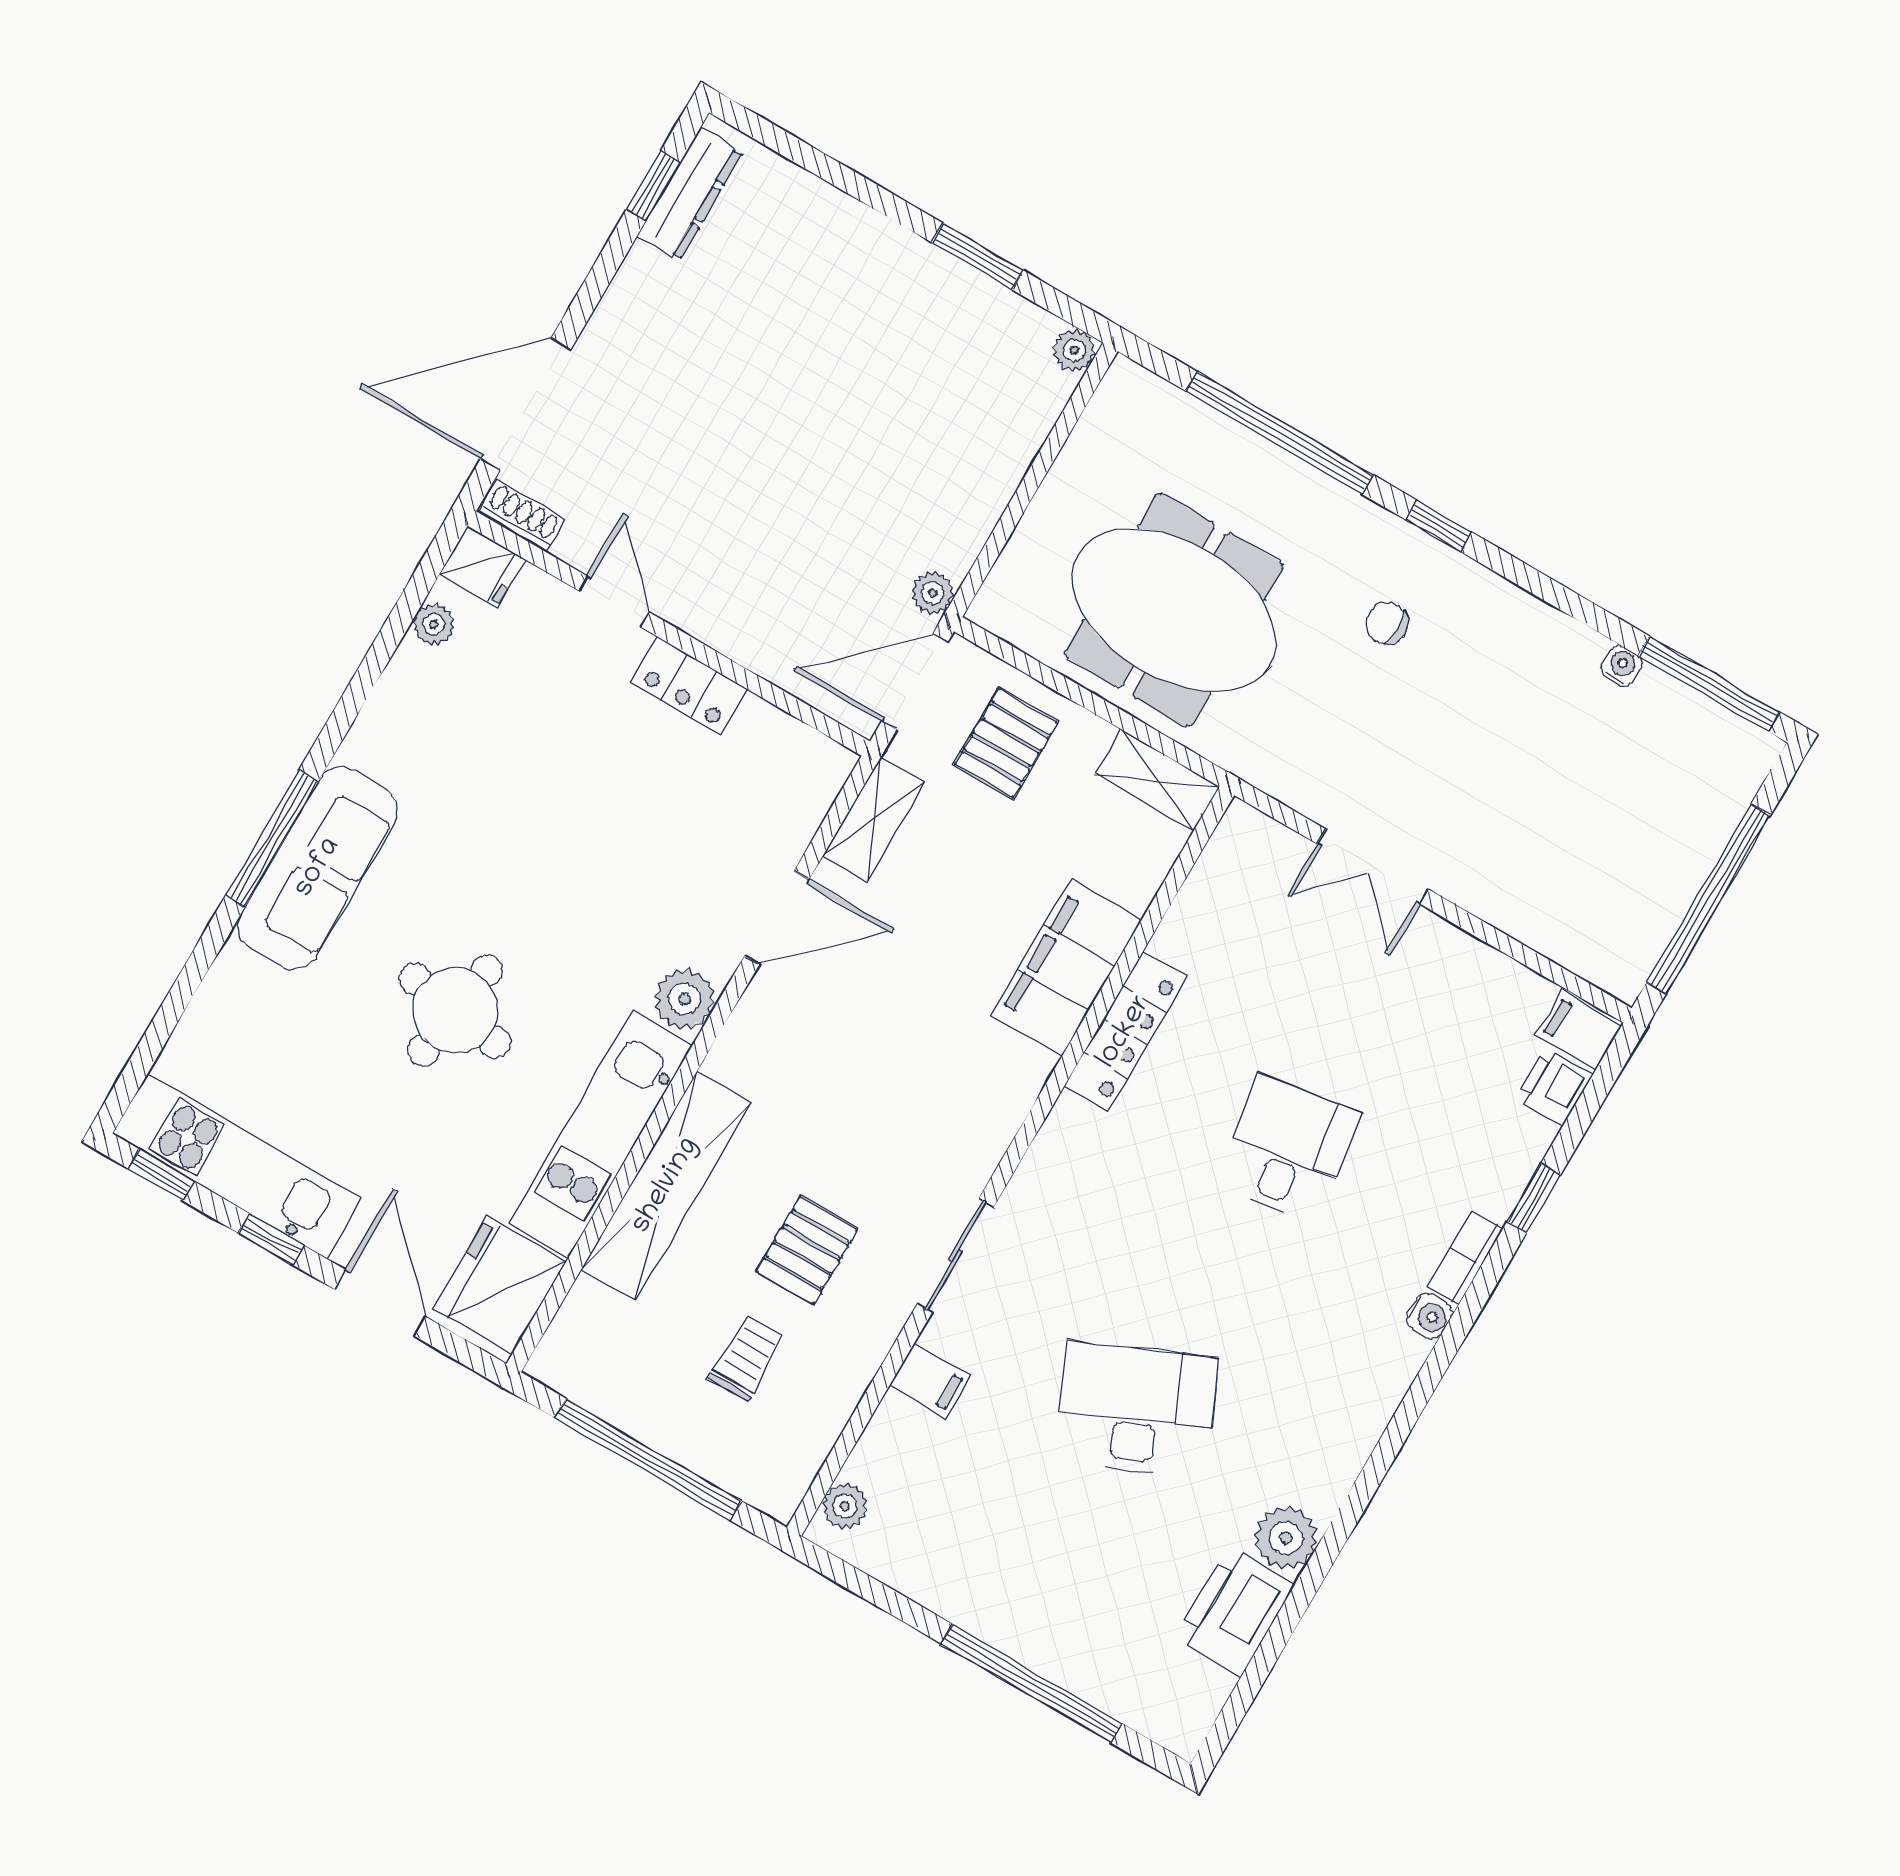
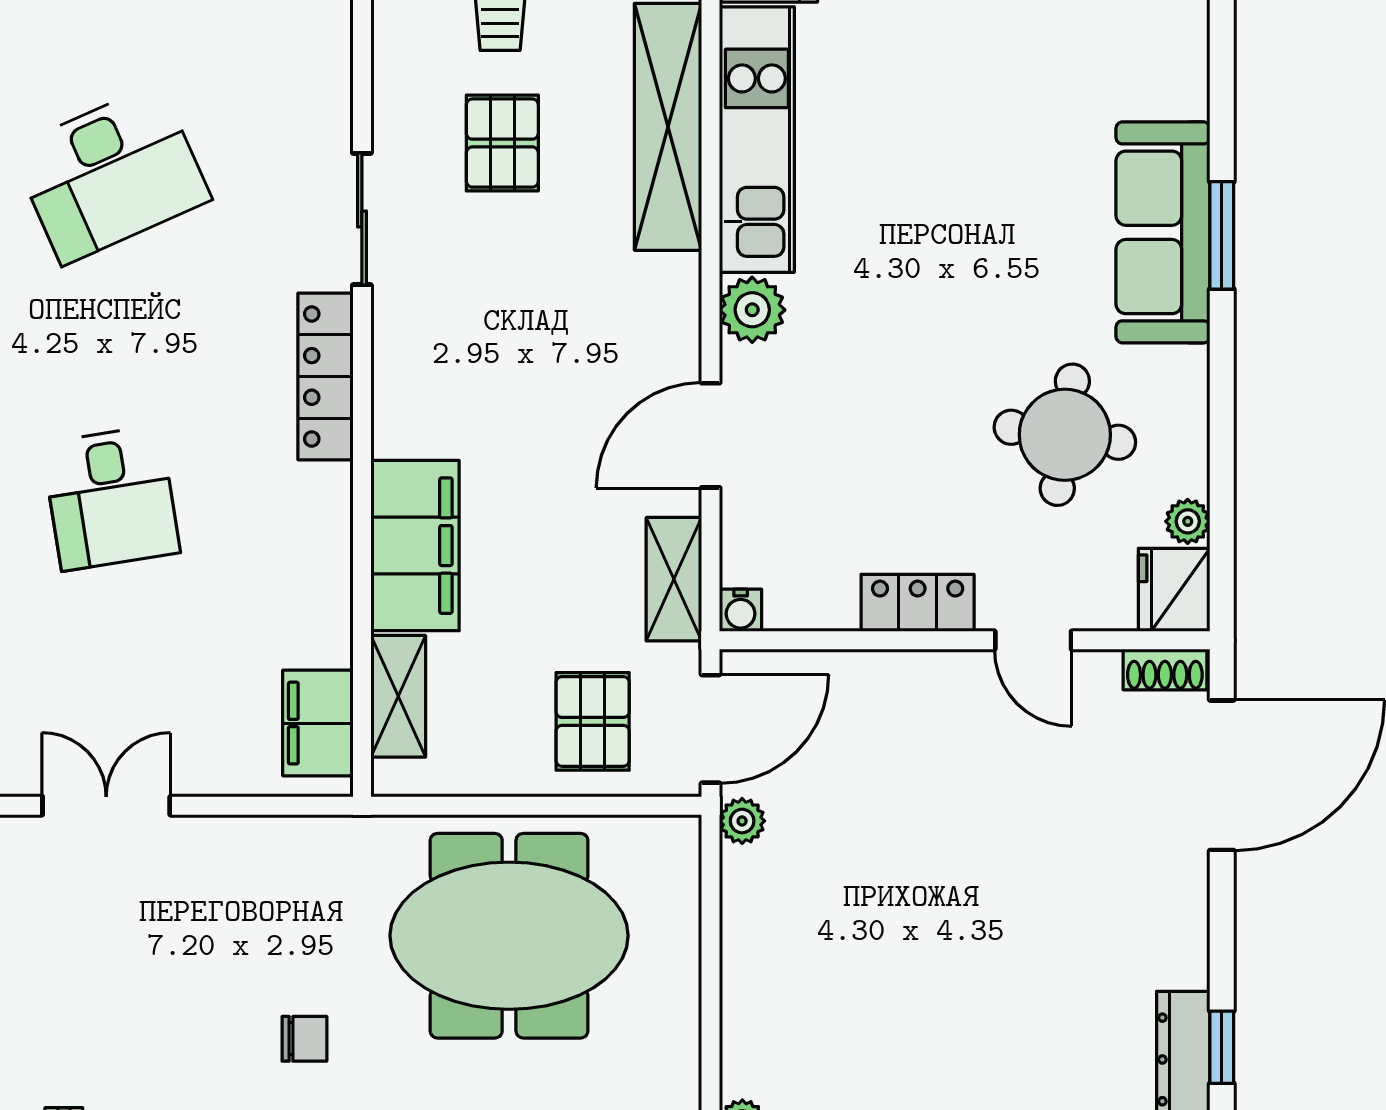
fridge: (482, 566) -> (1174, 590), width x1.38
water cooler: (835, 763) -> (741, 610), added
shelving: (1158, 780) -> (398, 696), moved, turned 90
window: (272, 838) -> (1222, 235), width x0.69
double door: (1373, 867) -> (106, 806), moved
round table: (455, 1011) -> (1065, 435), moved
locker: (1125, 1032) -> (326, 376), moved
filing cabinet: (930, 1381) -> (318, 723), moved, width x2.00

